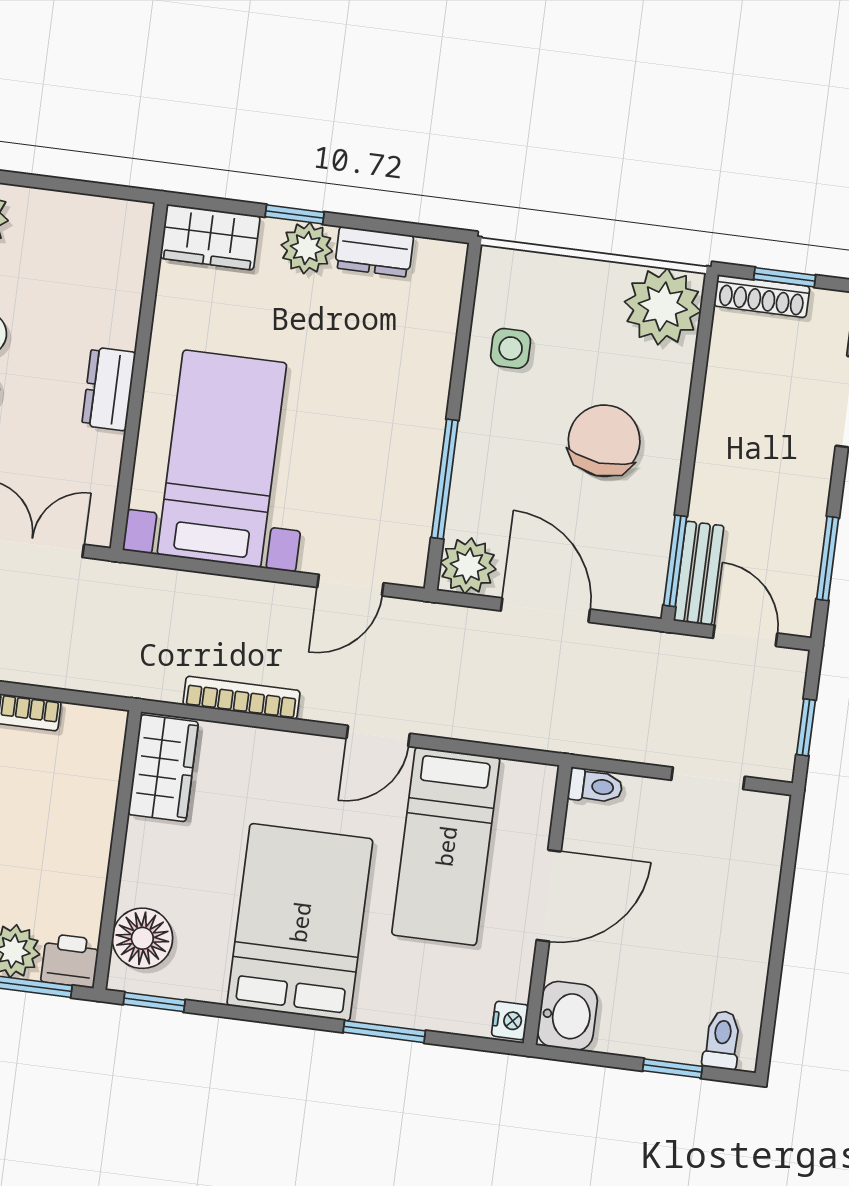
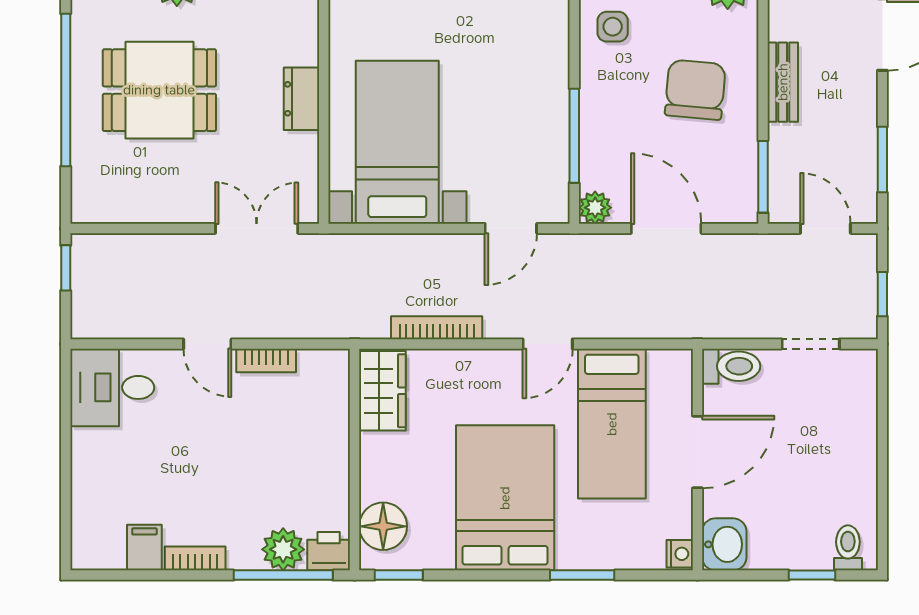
plant: (468, 566) -> (595, 208), width x0.73, depth x0.73
bench: (699, 573) -> (783, 82), moved
toilet: (595, 786) -> (731, 366), width x1.37, depth x1.39

